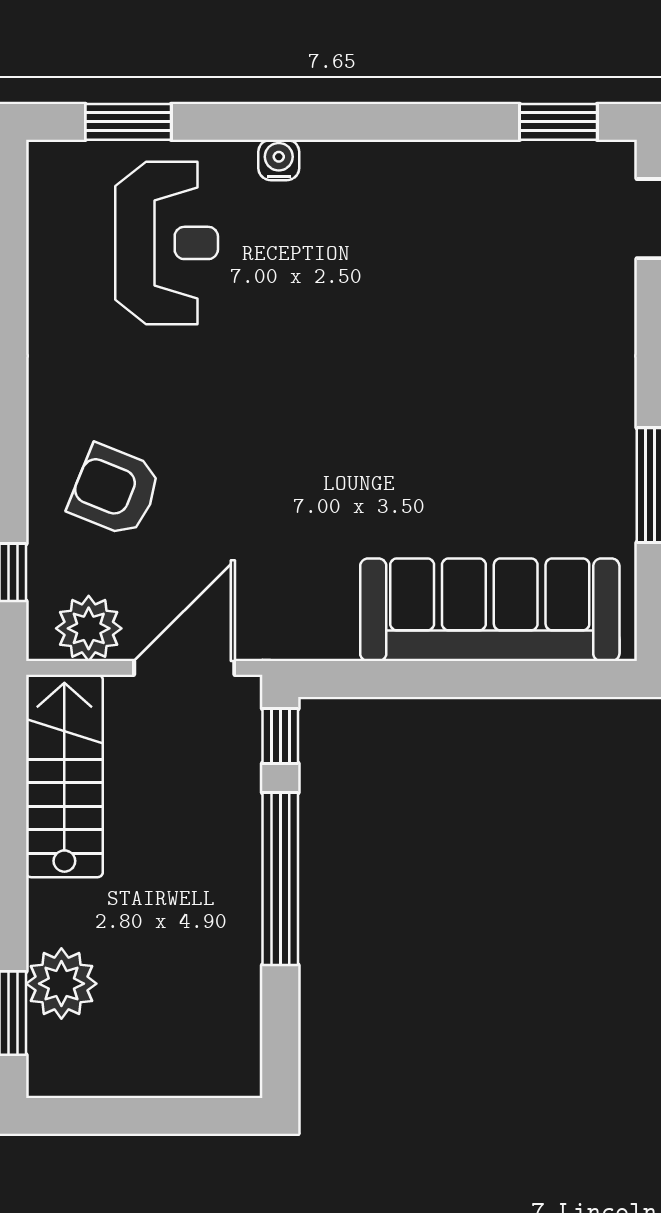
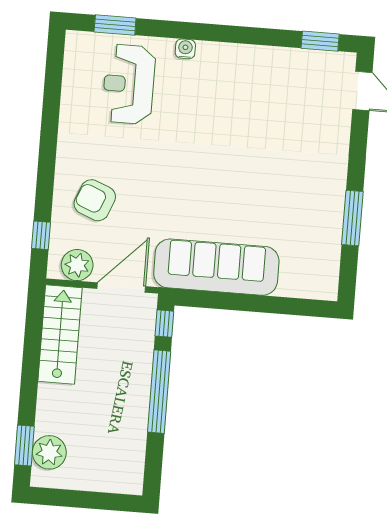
reception desk: (167, 243) -> (129, 84), turned 180
sofa: (490, 610) -> (216, 267), moved
plant: (61, 984) -> (49, 452), moved

